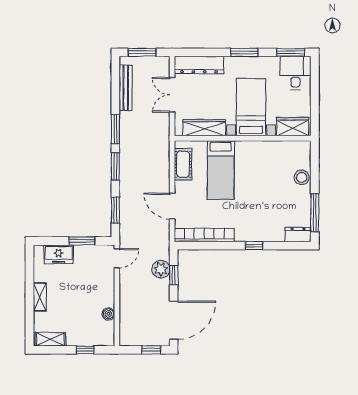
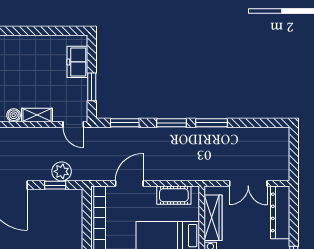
window: (142, 52) -> (294, 151), removed
bench: (126, 88) -> (256, 134), removed
double door: (172, 95) -> (248, 184), swing flipped
shelving: (40, 297) -> (37, 115), moved

